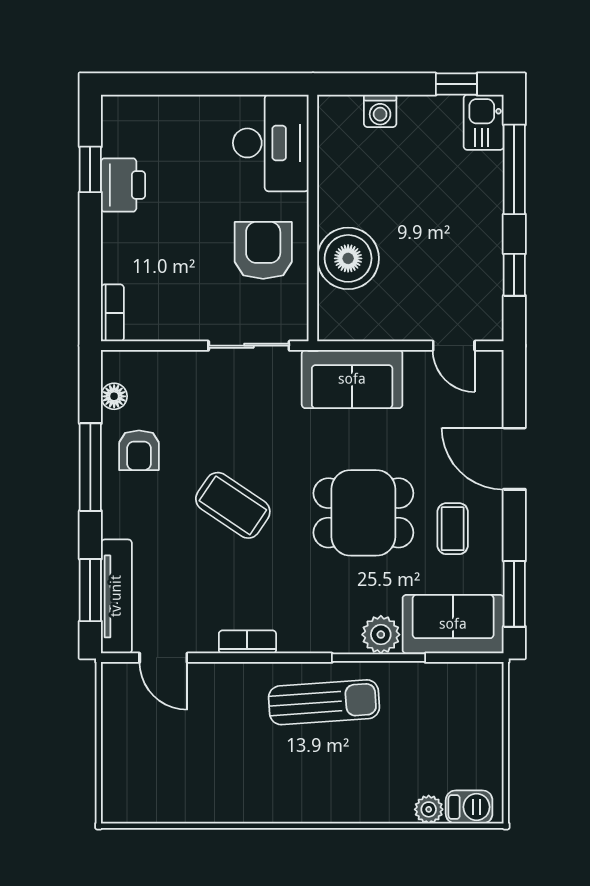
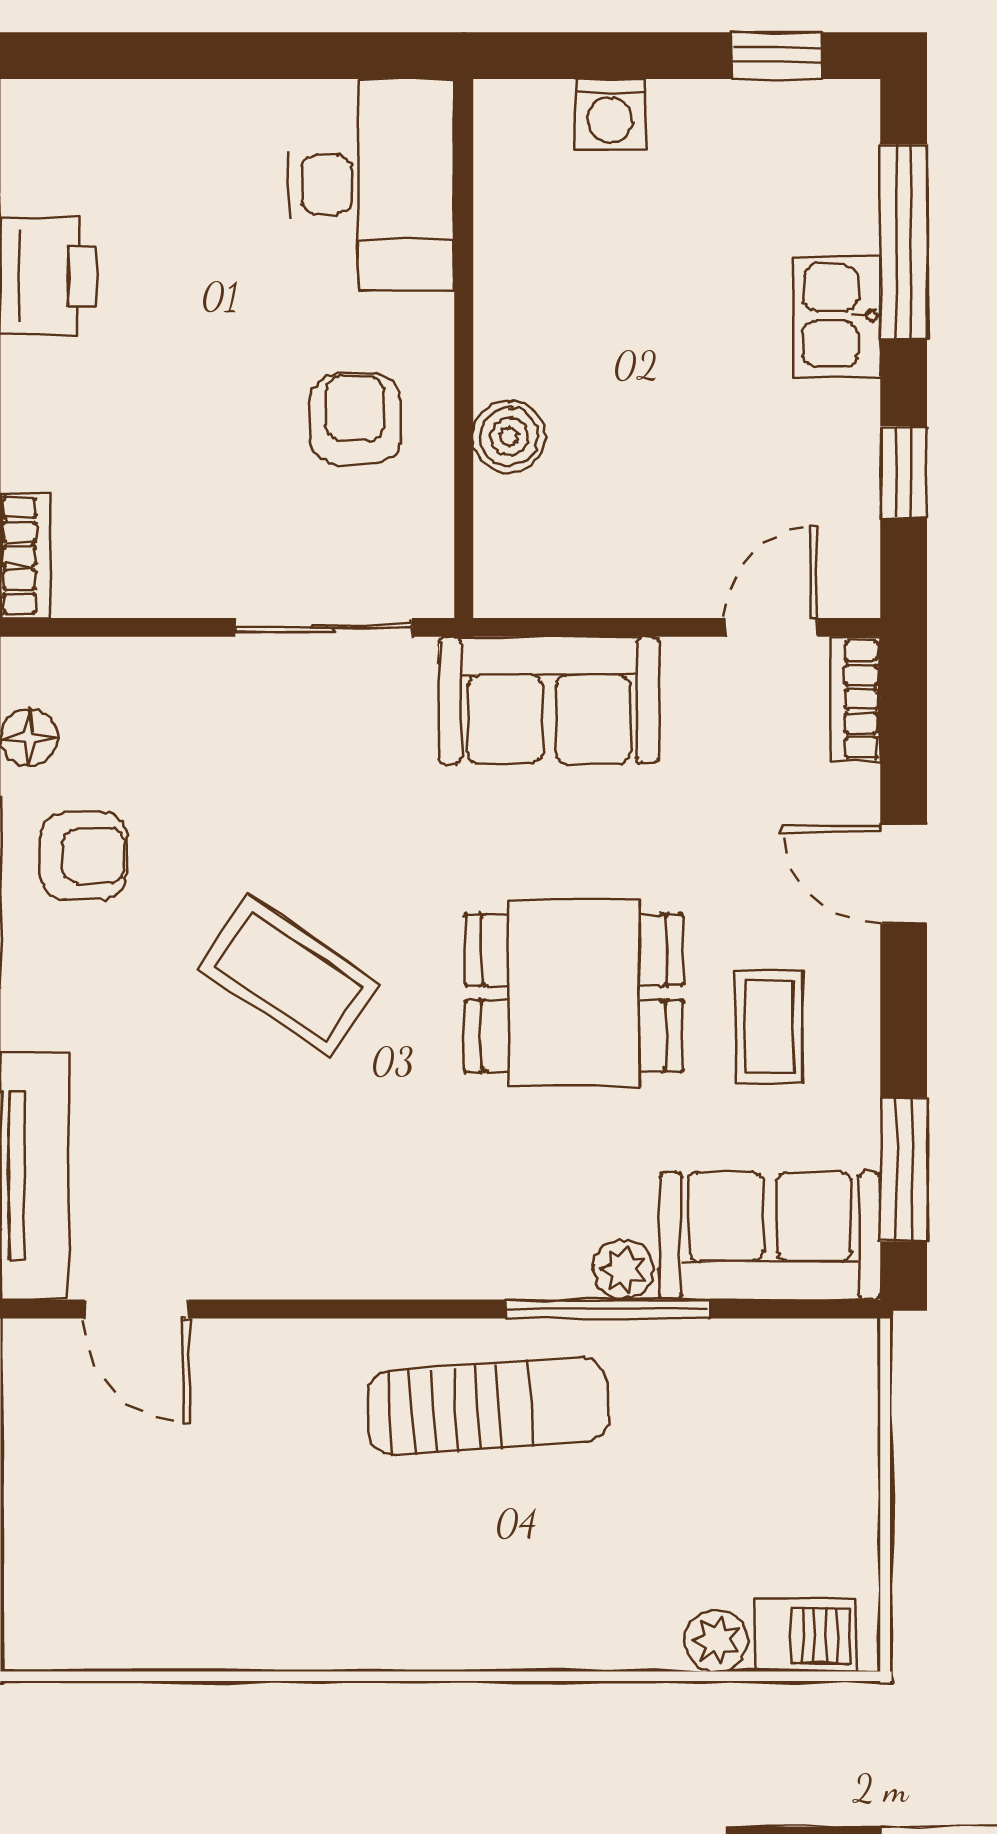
kitchen sink: (484, 122) -> (837, 316), moved
armchair: (263, 250) -> (355, 419), width x0.72, depth x0.72
boiler: (348, 258) -> (509, 437), width x0.54, depth x0.54
door: (454, 346) -> (772, 627), swing flipped
armchair: (139, 450) -> (83, 856), turned -90
door: (514, 459) -> (904, 874), width x0.73
plant: (381, 635) -> (623, 1270), width x0.73, depth x0.73
bookcase: (247, 642) -> (855, 699), moved, turned -90

